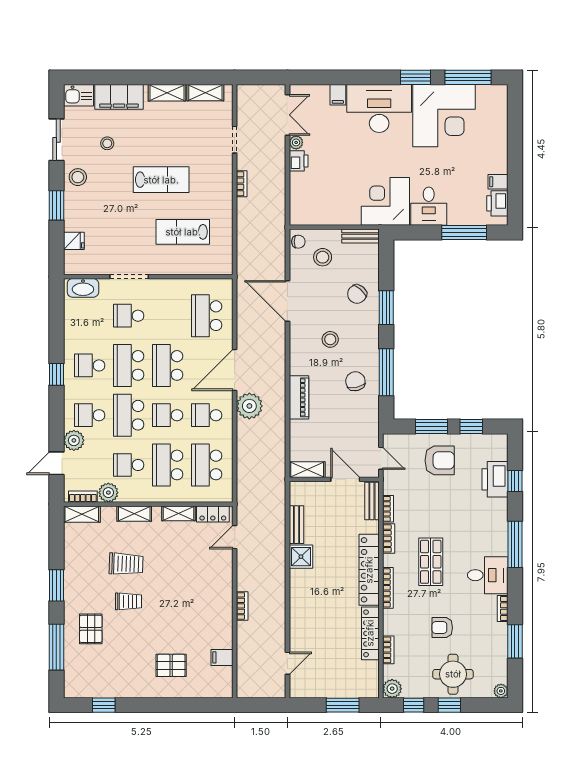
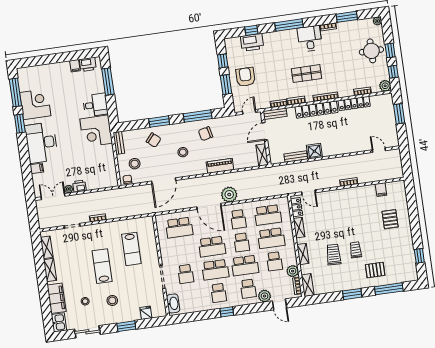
corner desk: (444, 116) -> (35, 104), width x0.74, depth x0.74
stool: (78, 177) -> (112, 300), moved
armchair: (442, 628) -> (345, 61), removed

